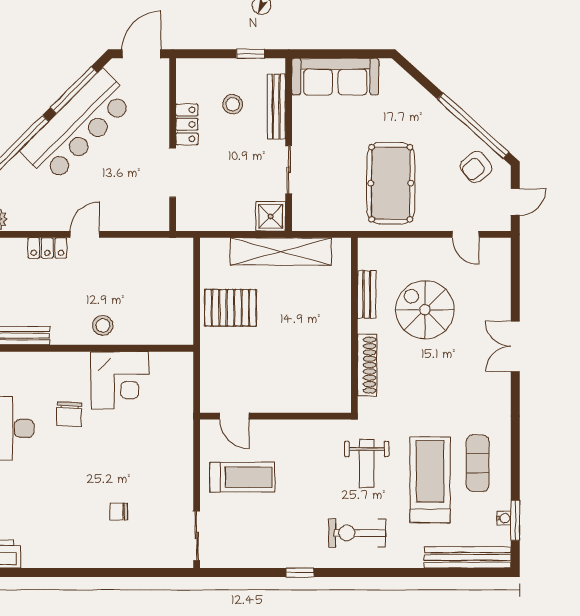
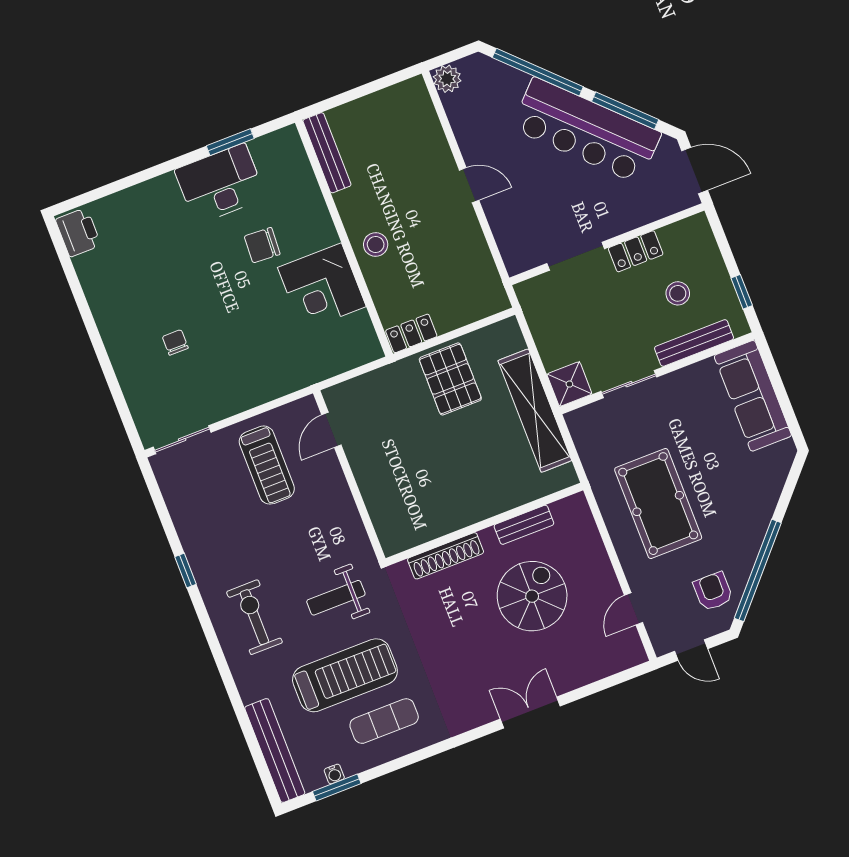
armchair: (476, 167) -> (713, 591), turned 39
pool table: (391, 183) -> (658, 504), turned 90
locker: (47, 248) -> (411, 333), moved, turned 90

